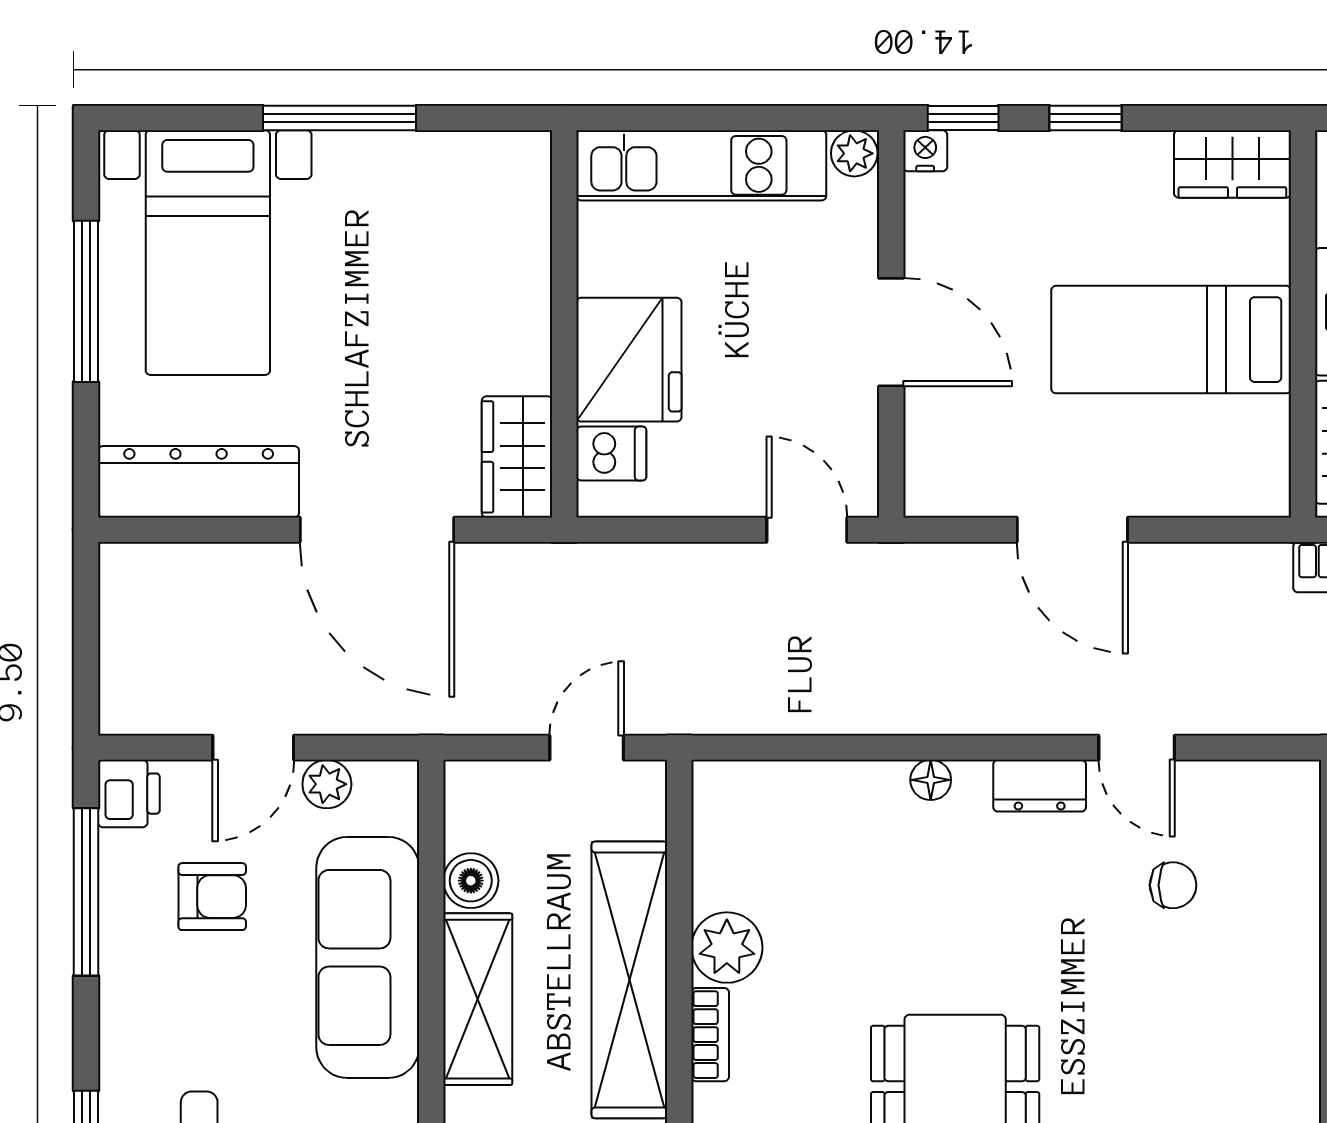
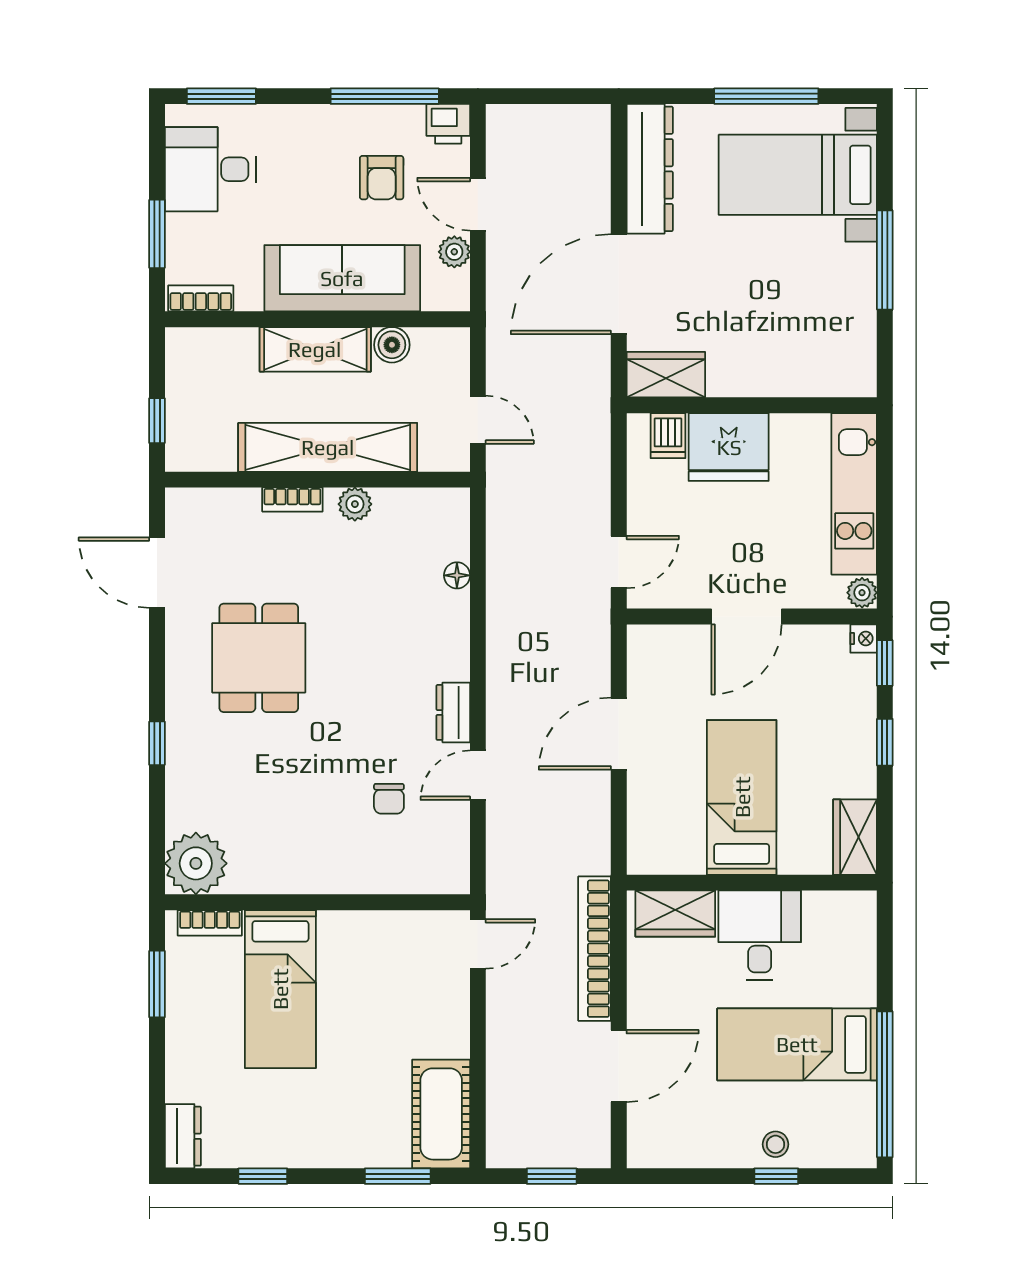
floor lamp: (931, 780) -> (457, 575), moved
plant: (727, 948) -> (355, 504), width x0.73, depth x0.73

